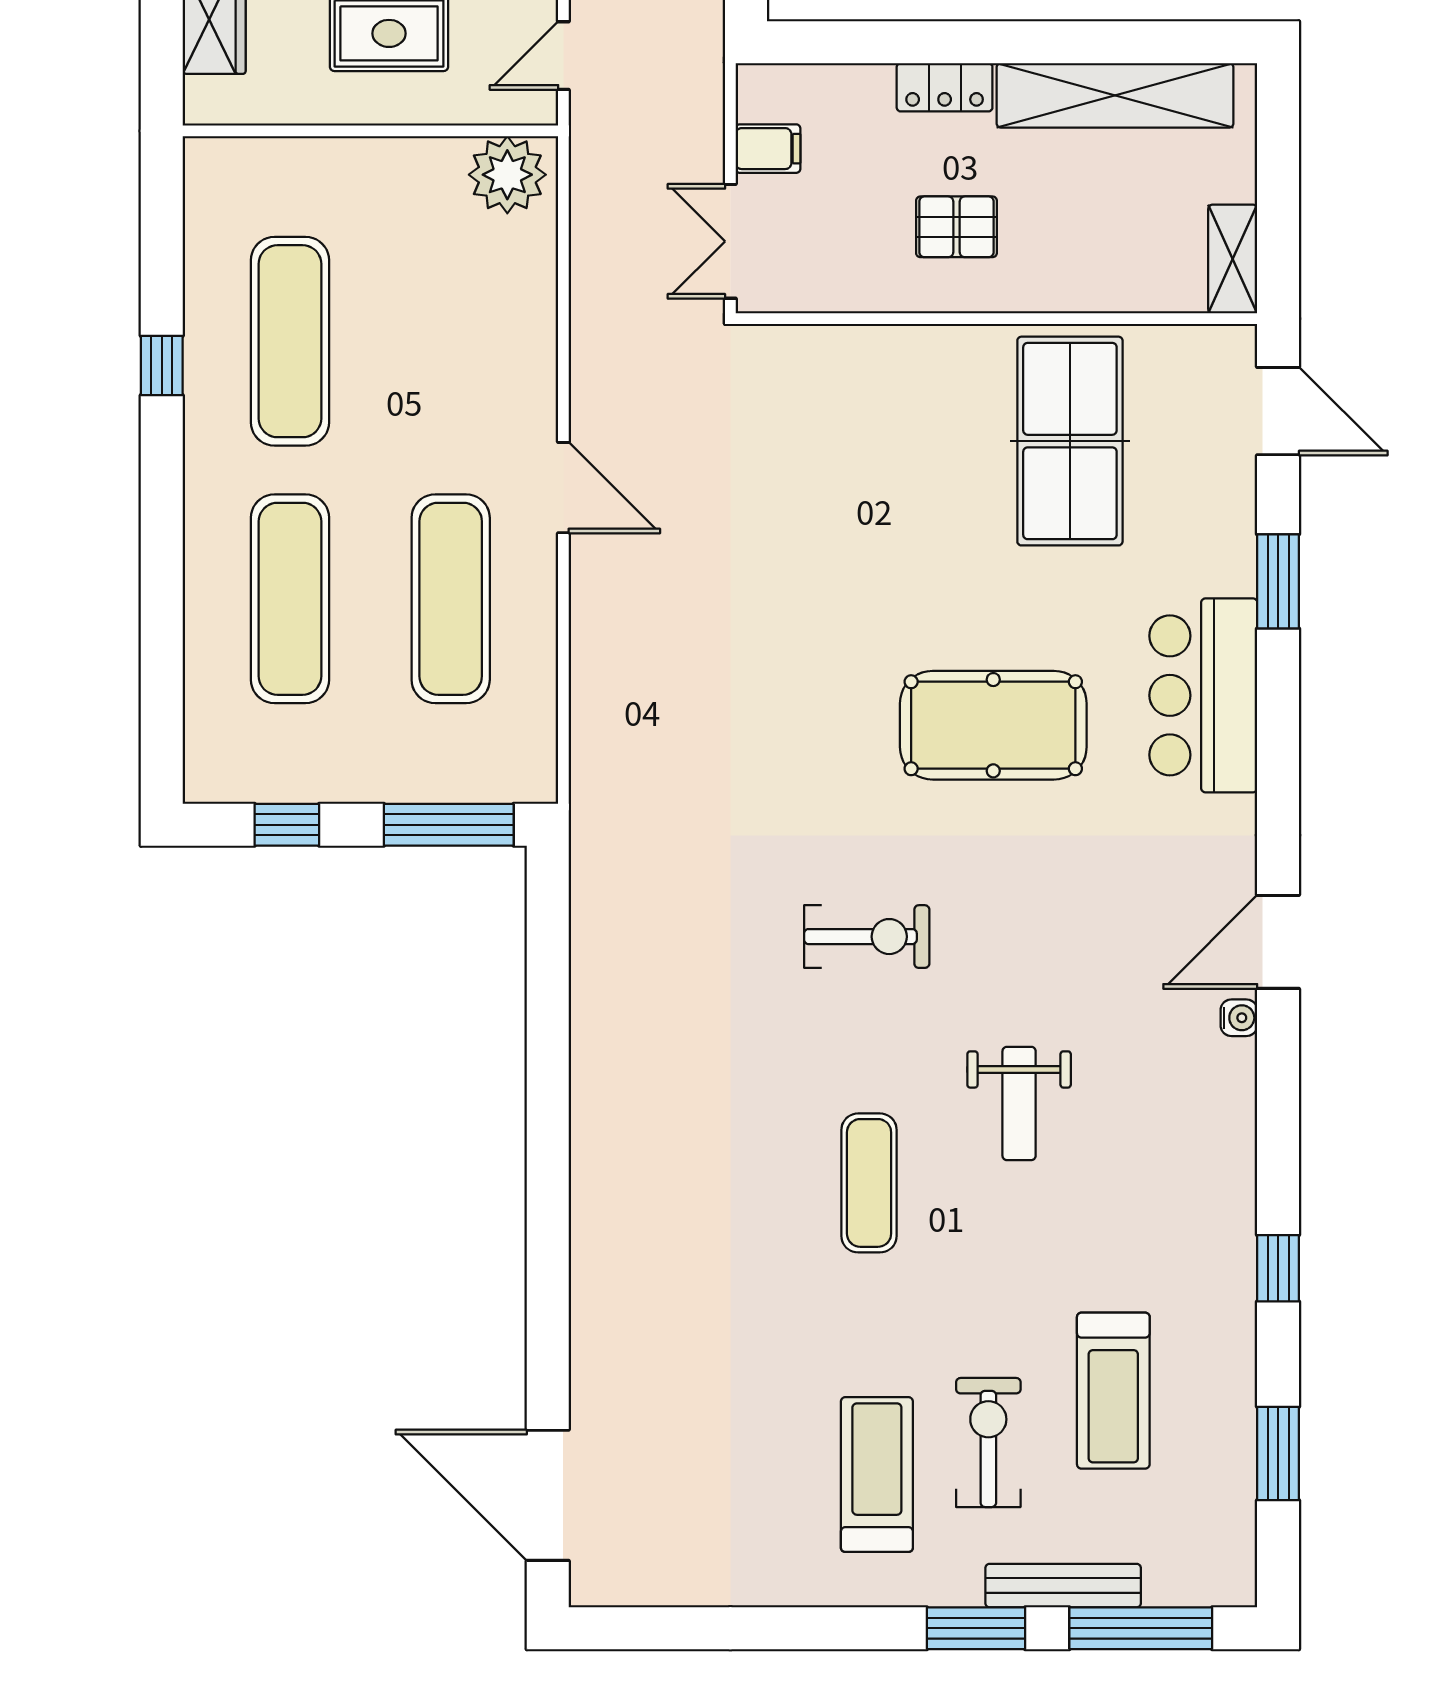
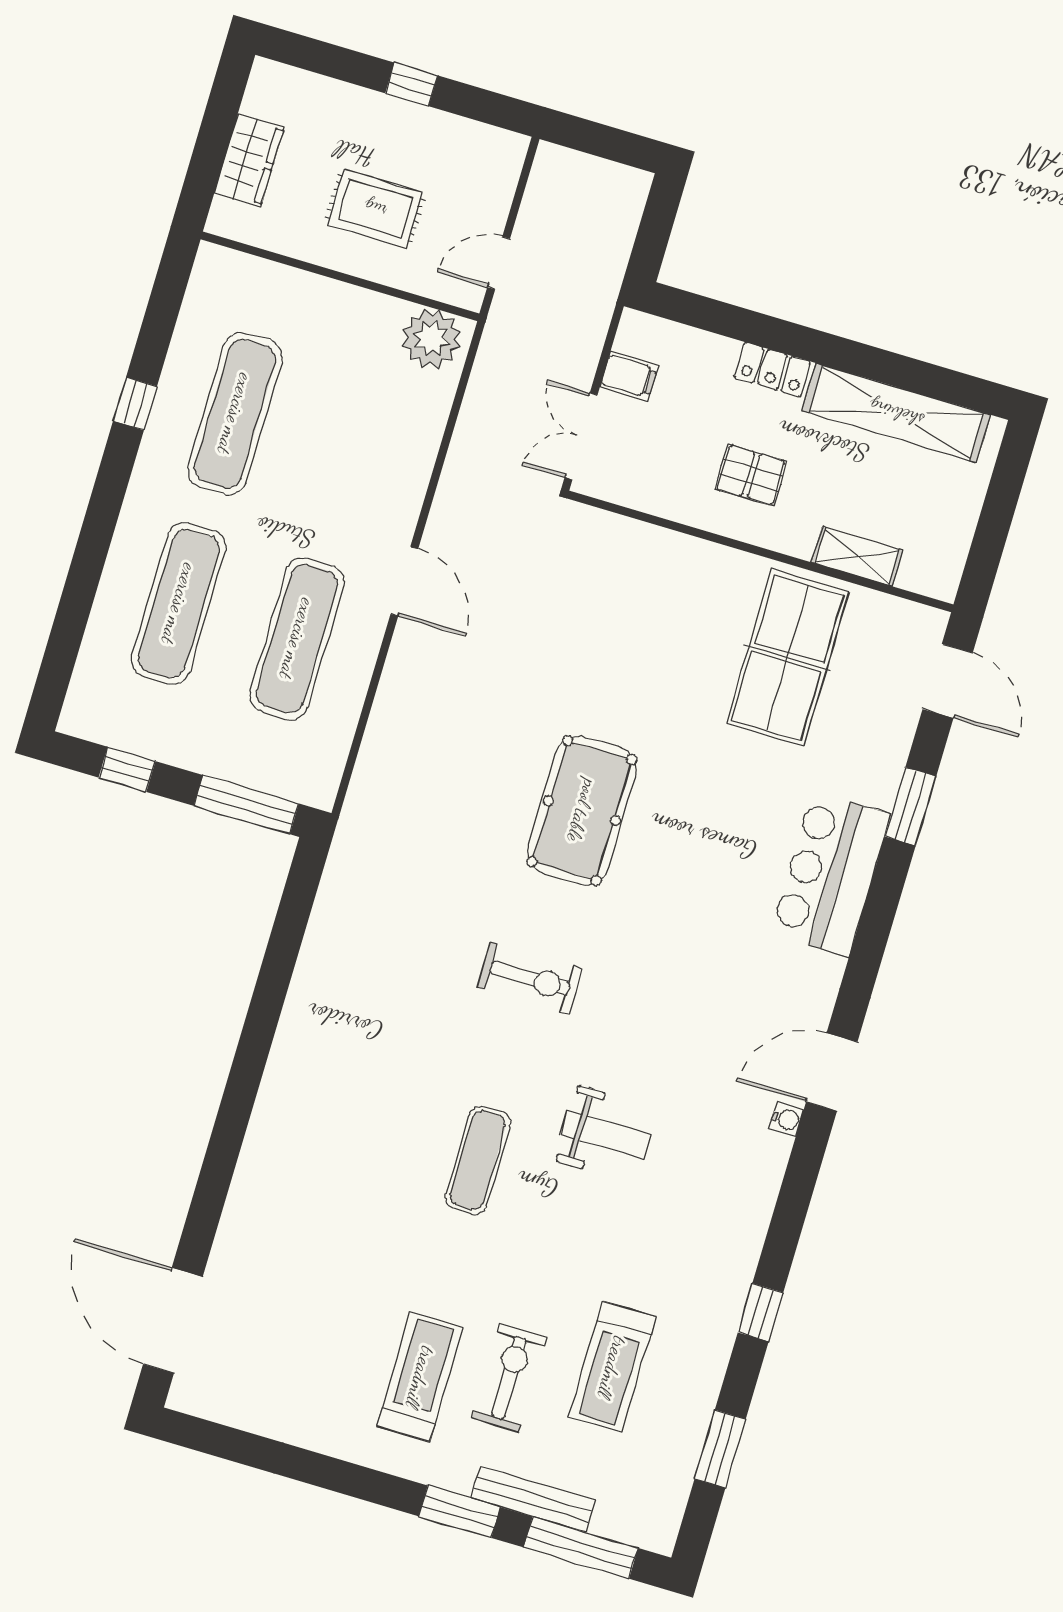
shelving: (1233, 259) -> (857, 556), moved, turned 90
pool table: (993, 725) -> (582, 811), moved, turned 90
weight bench: (1019, 1103) -> (606, 1135), turned -90

